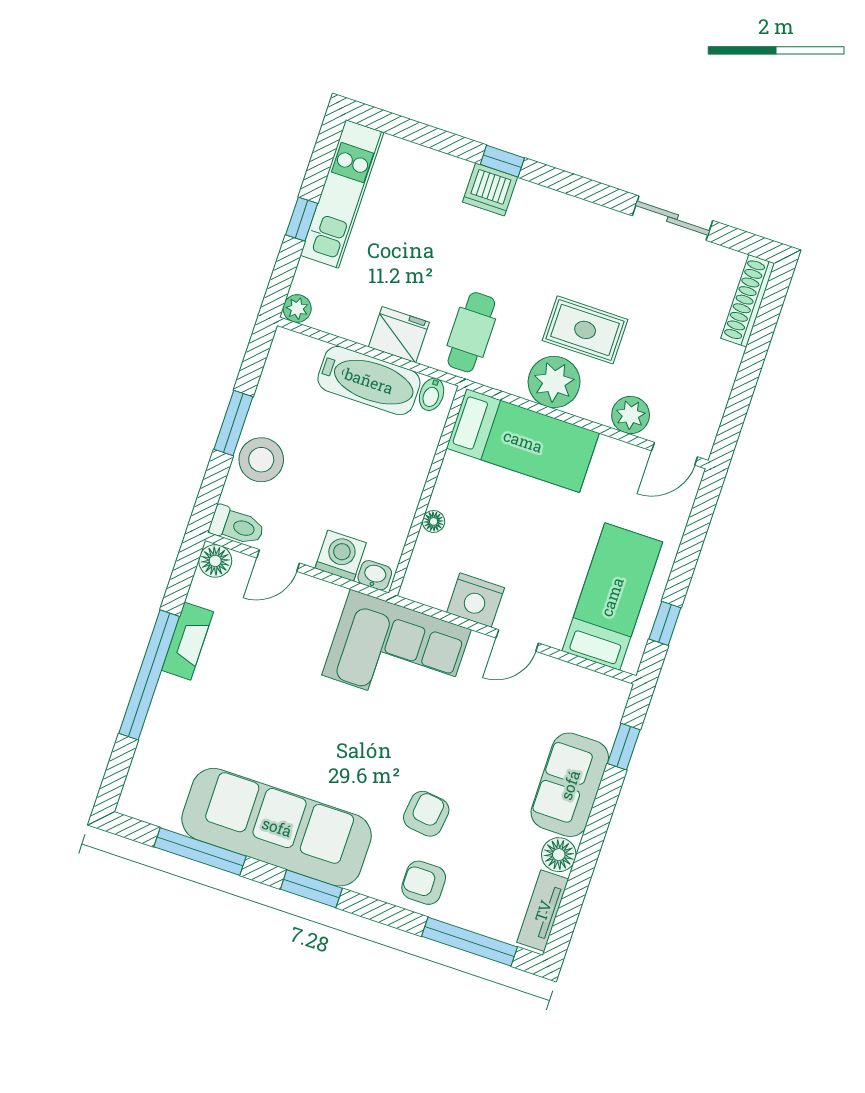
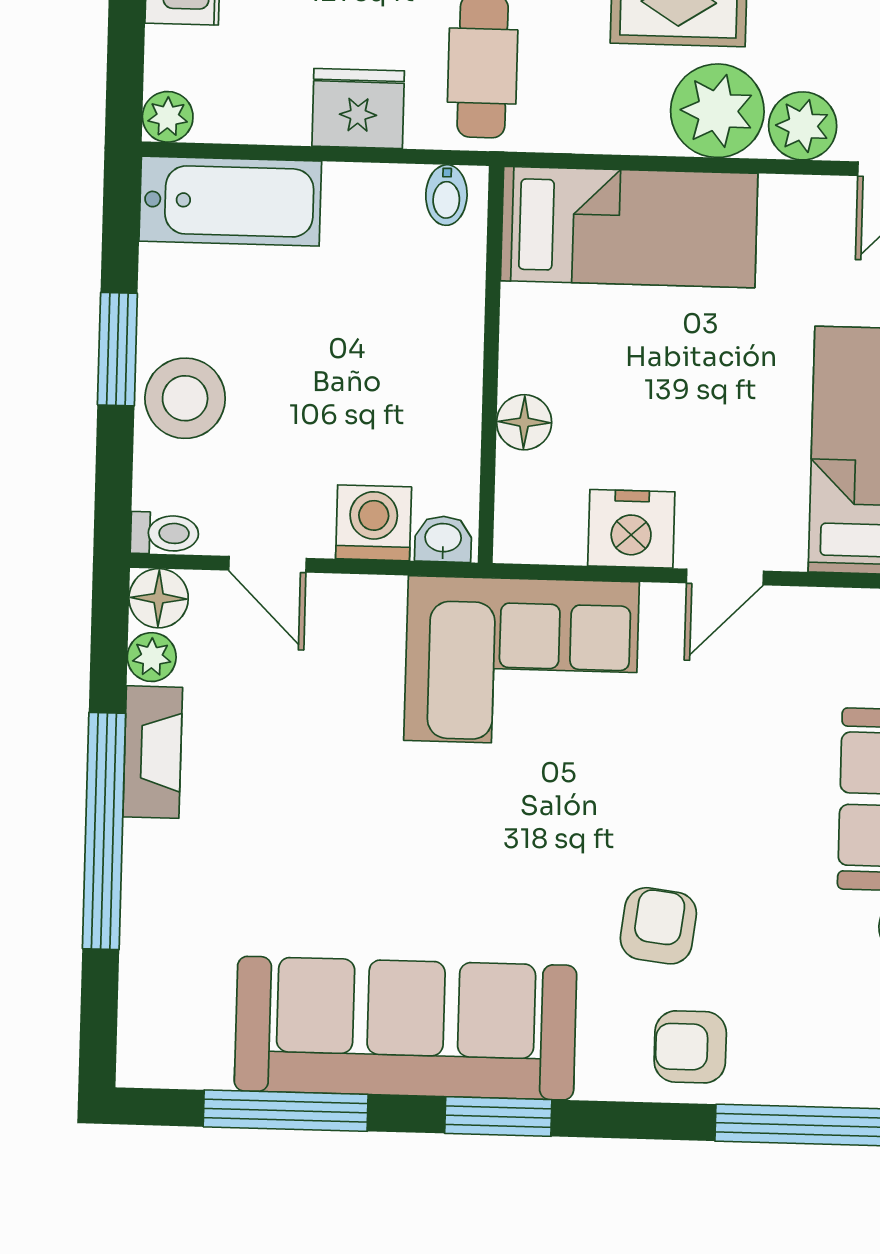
bathtub: (369, 381) -> (230, 201), moved
plant: (554, 382) -> (717, 111), moved
floor lamp: (434, 521) -> (524, 422), width x1.37, depth x1.37
toilet: (237, 526) -> (165, 533), width x0.73, depth x0.72
door: (278, 560) -> (268, 564), hinge flipped
plant: (202, 591) -> (152, 657), added

